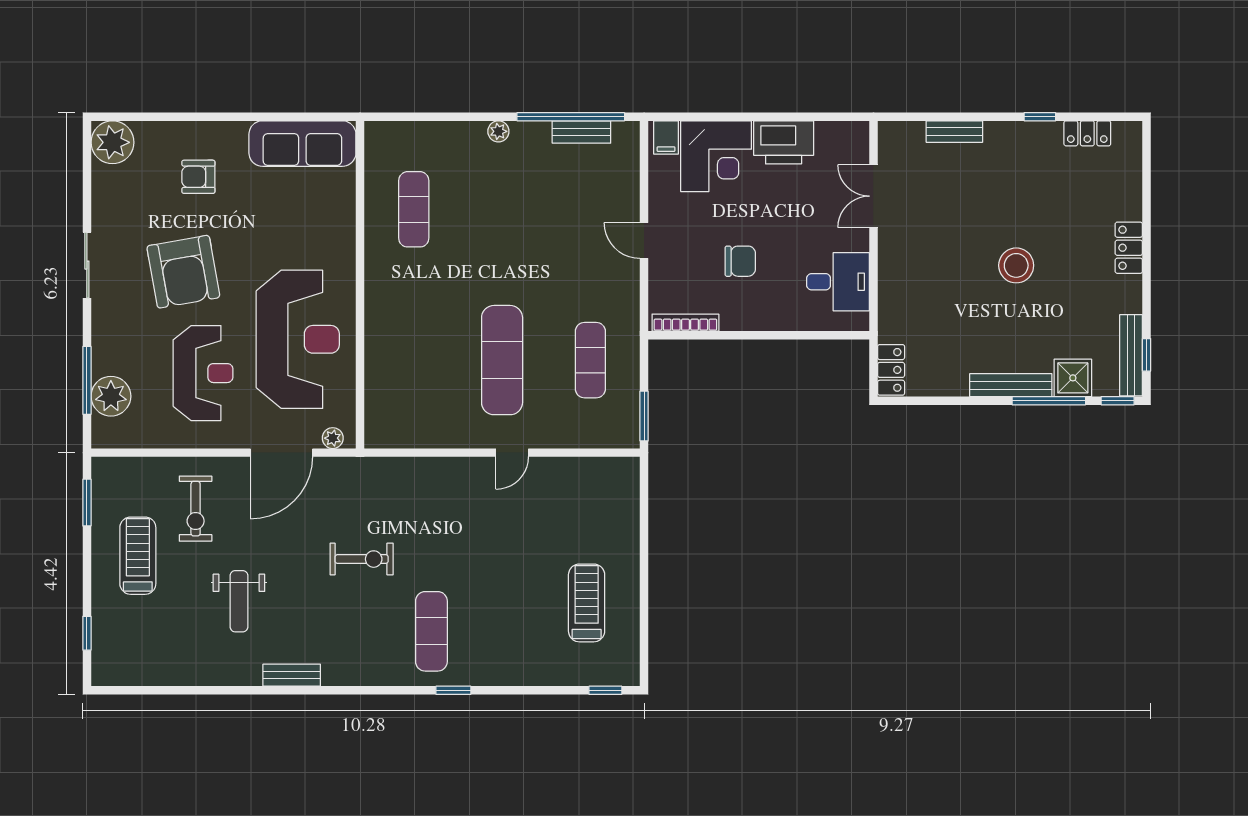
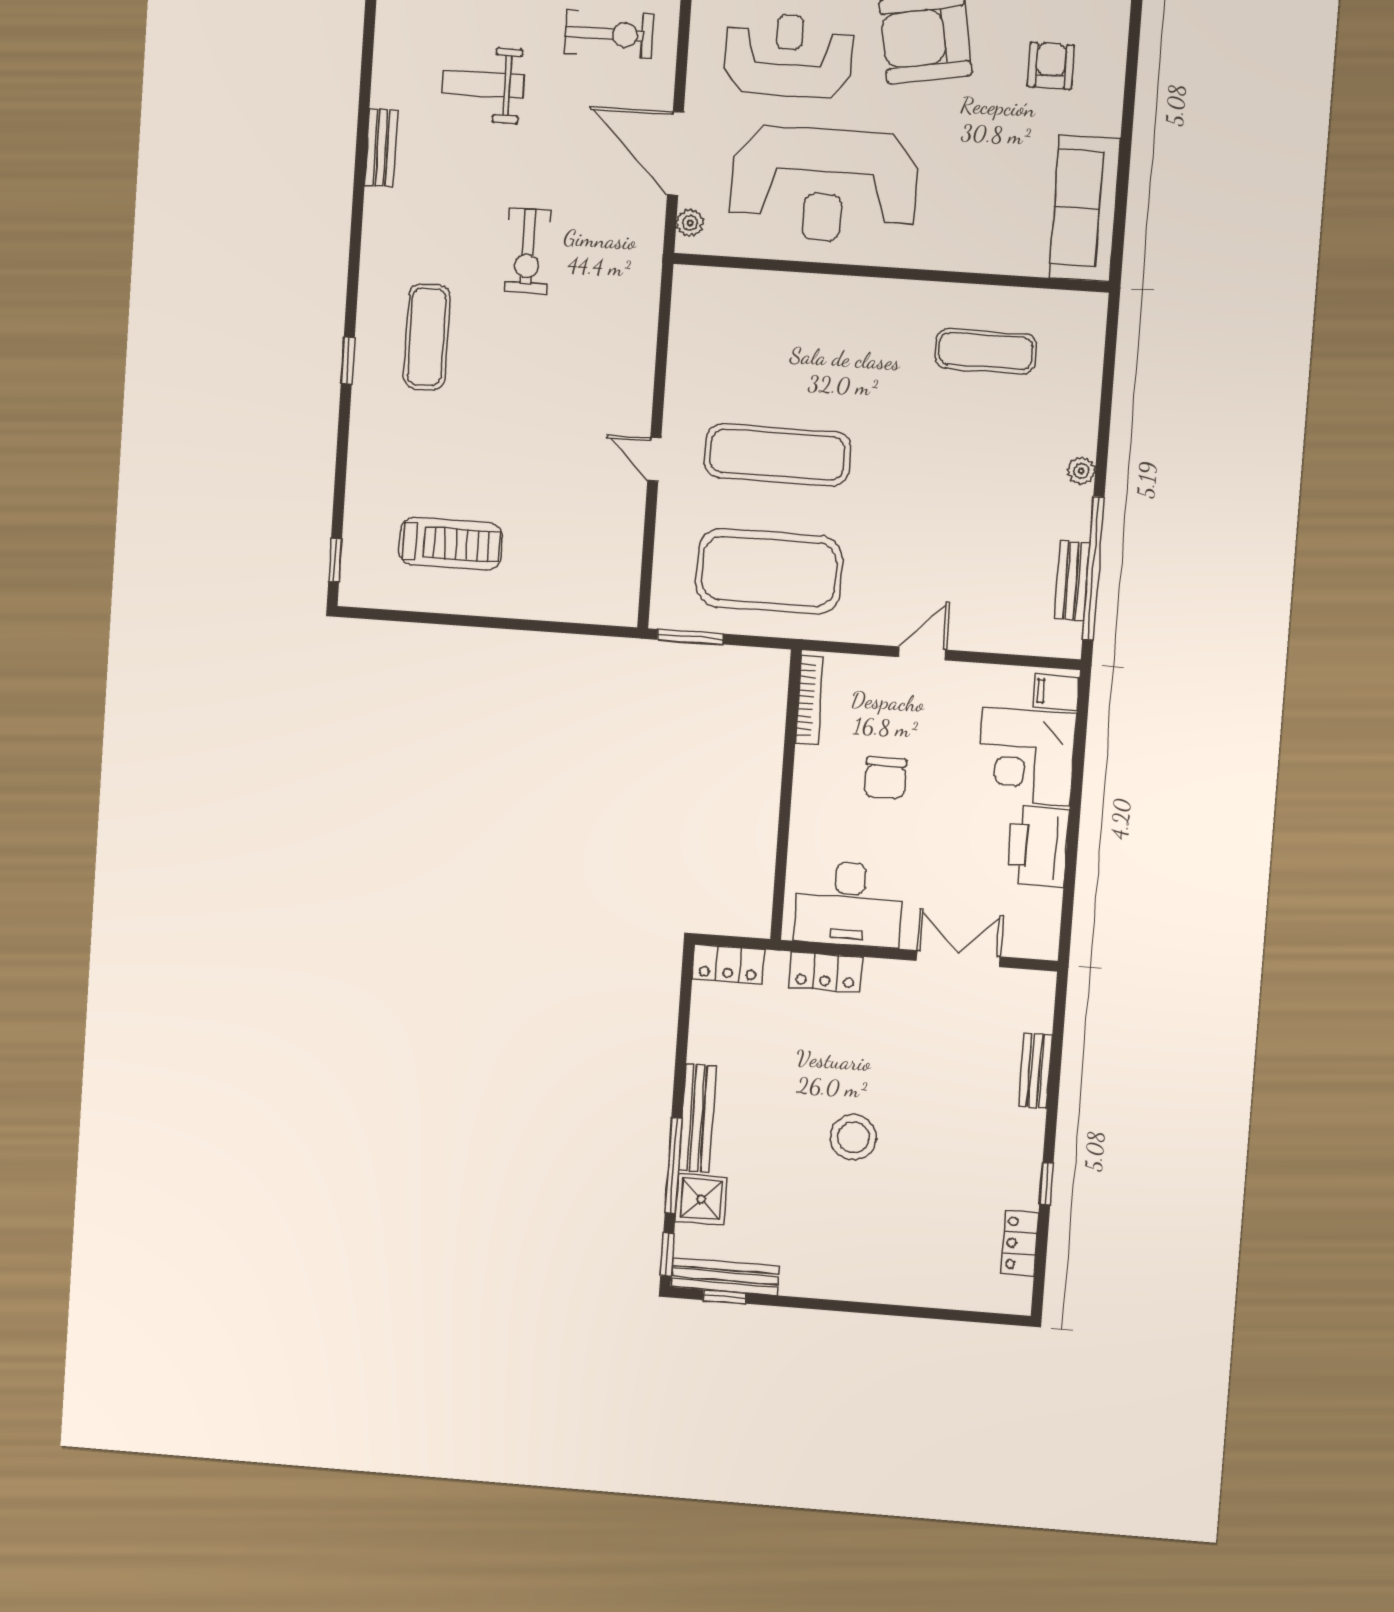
locker: (1129, 248) -> (825, 972), moved, turned 180
desk: (838, 282) -> (849, 904), width x1.37
exercise mat: (590, 360) -> (769, 571), width x2.00, depth x1.45
reception desk: (203, 373) -> (788, 55), turned 180
exercise bike: (196, 509) -> (609, 34), turned 180
exercise mat: (431, 631) -> (427, 337), turned 90

